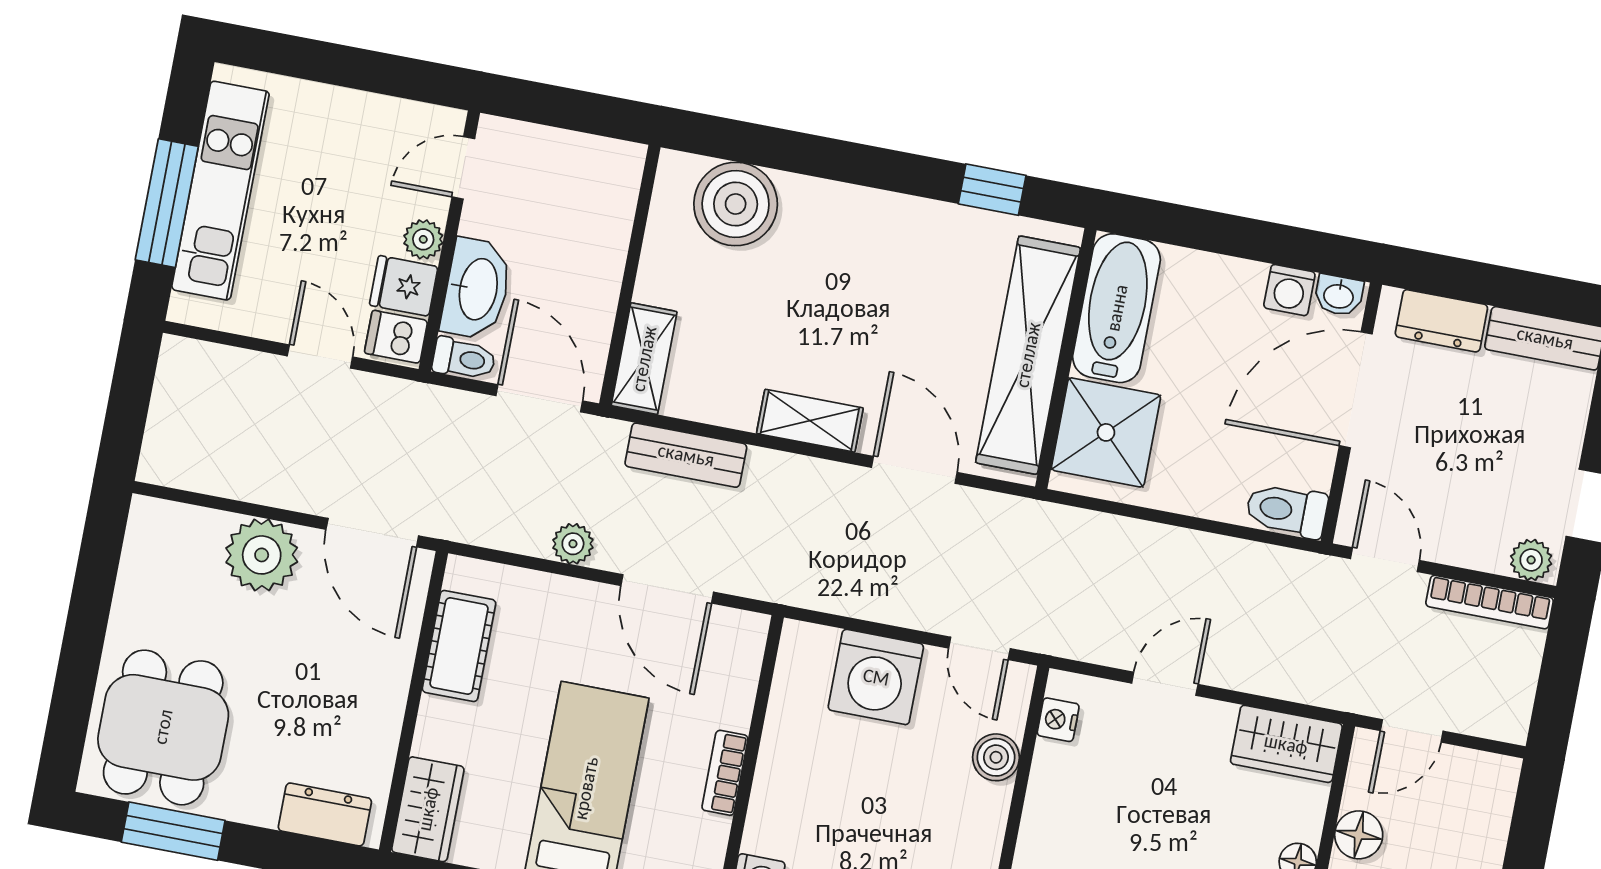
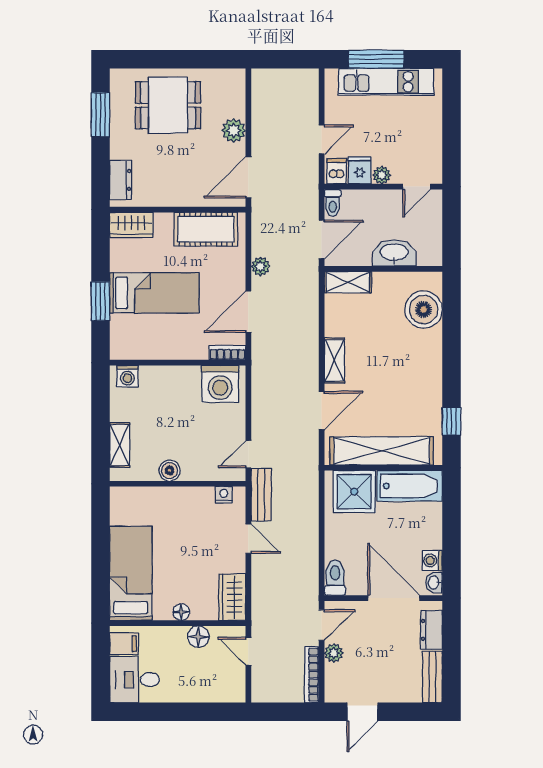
door: (463, 168) -> (417, 187), swing flipped
washbasin: (477, 289) -> (394, 253), moved, turned 180
bench: (686, 455) -> (261, 495), moved
plant: (262, 555) -> (234, 130), width x0.73, depth x0.73
plant: (1531, 560) -> (334, 653), moved
cot: (459, 646) -> (206, 229), width x1.37, depth x1.34
washing machine: (876, 677) -> (220, 384), moved, turned -90
dining table: (163, 727) -> (168, 105), moved
boiler: (996, 757) -> (170, 471), moved
bookcase: (725, 773) -> (227, 353), moved

